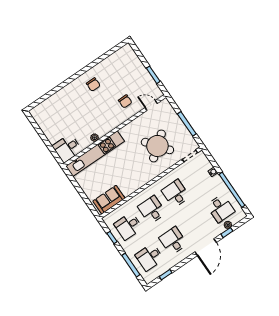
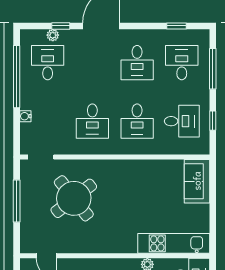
kitchen unit: (95, 154) -> (174, 243), width x0.73
sofa: (109, 200) -> (197, 181), moved, turned 90
desk: (149, 257) -> (182, 63), turned -90

